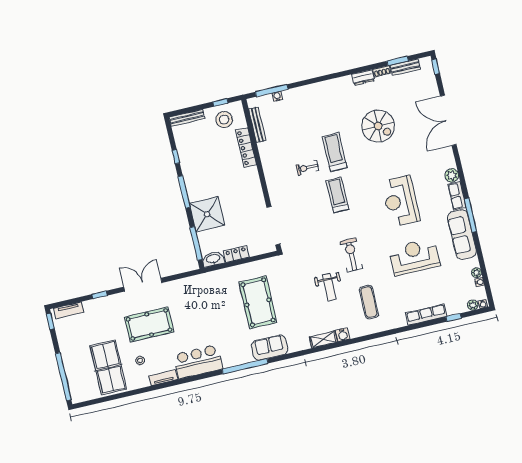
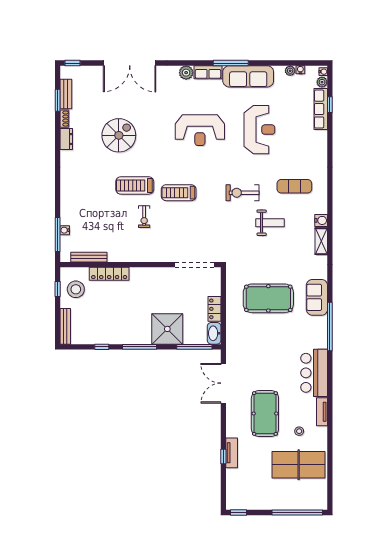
reception desk: (414, 257) -> (259, 130), turned 180
double door: (143, 285) -> (223, 383), moved
tv unit: (69, 310) -> (232, 453), moved
row of seats: (426, 315) -> (321, 109), moved

